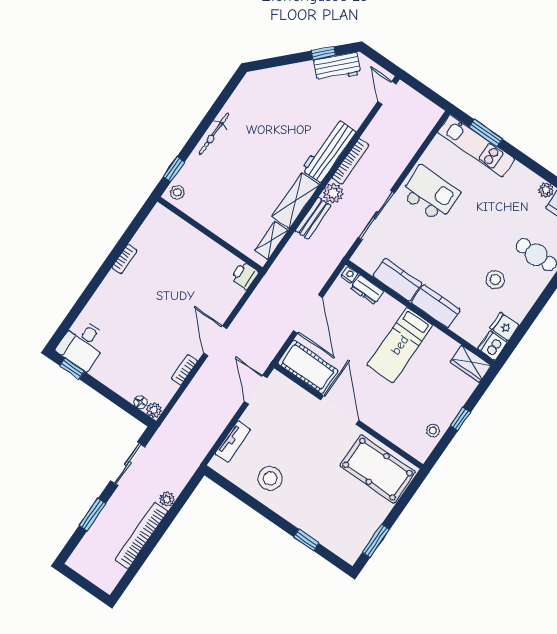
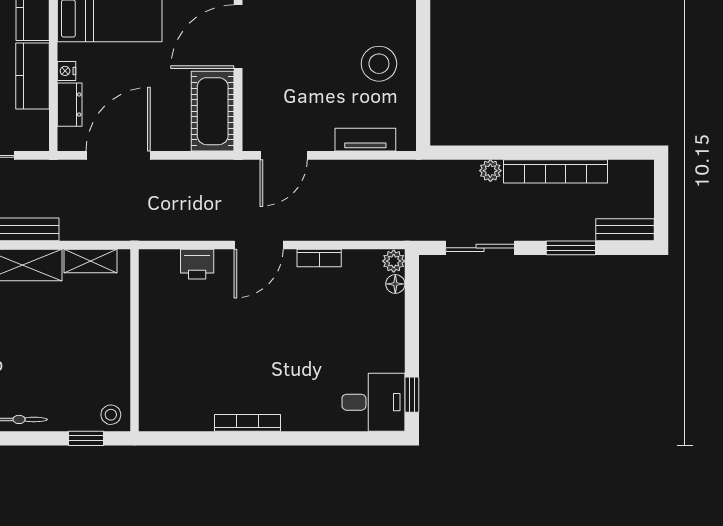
bookcase: (125, 259) -> (248, 423), width x1.56
printer: (245, 275) -> (197, 264), moved
nightstand: (349, 275) -> (66, 71), moved
door: (308, 314) -> (118, 155), moved
bench: (82, 552) -> (625, 230), added

